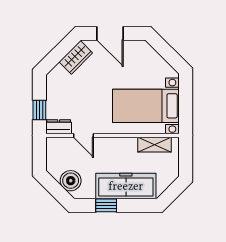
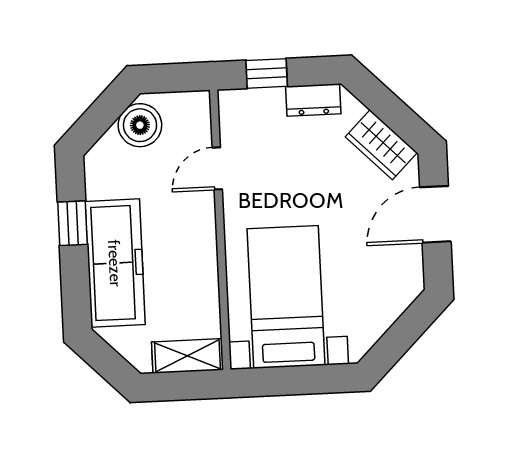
dresser: (59, 127) -> (313, 100), moved, turned 90
shelving: (155, 145) -> (187, 356), moved, turned 90
boiler: (71, 181) -> (140, 125), moved

